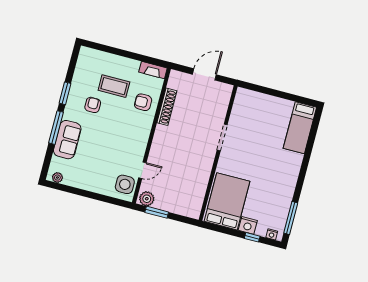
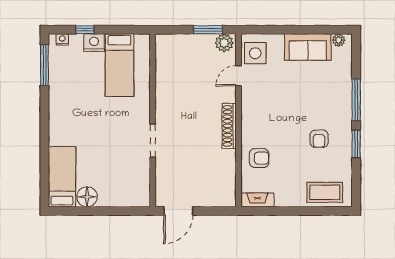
door: (204, 74) -> (178, 211), moved
coffee table: (114, 86) -> (325, 192), moved
shoe rack: (167, 107) -> (229, 126), moved
floor lamp: (285, 107) -> (87, 197), added
sofa: (67, 140) -> (308, 47), moved, turned -90
bed: (227, 201) -> (120, 65), width x0.67

